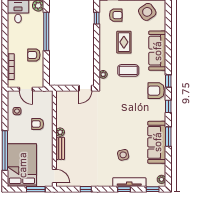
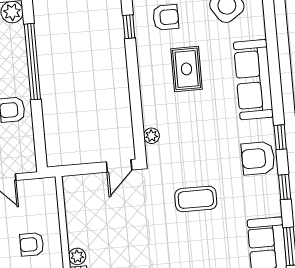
coffee table: (128, 70) -> (196, 199), moved

